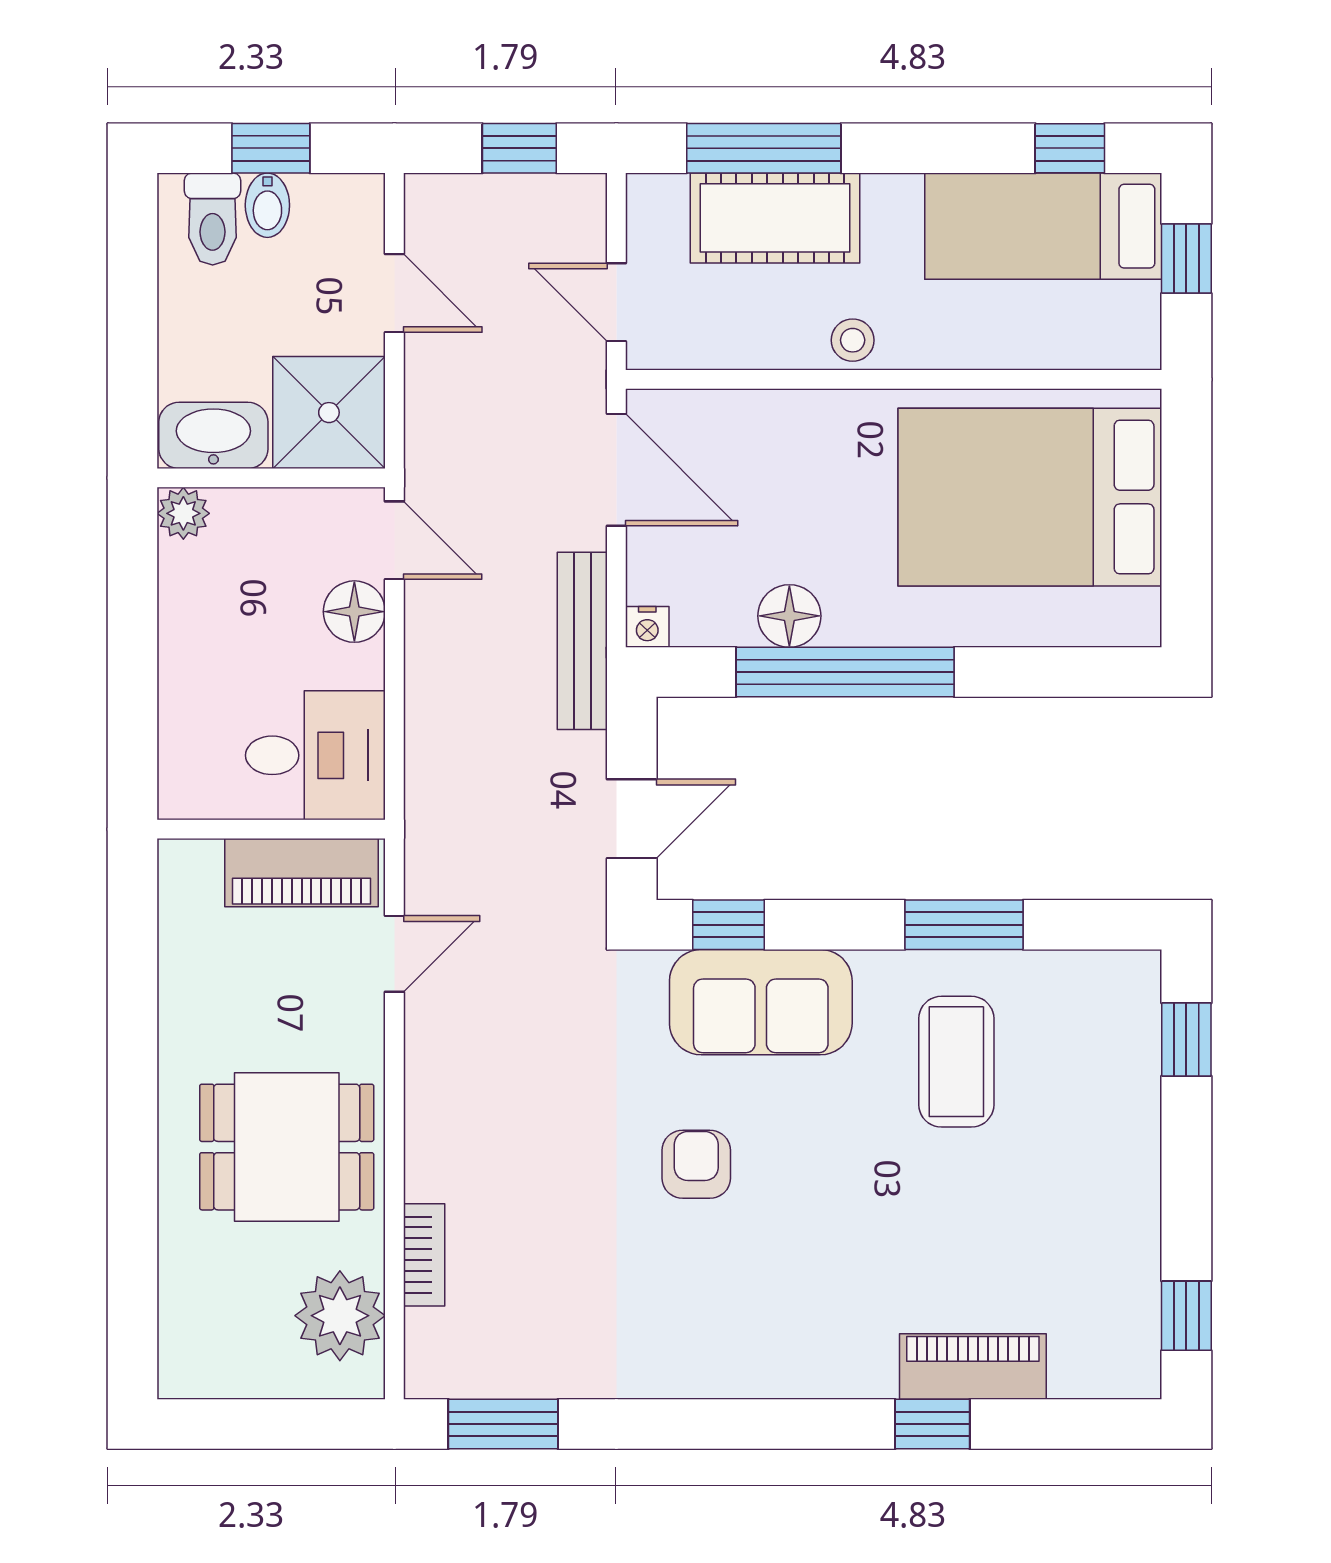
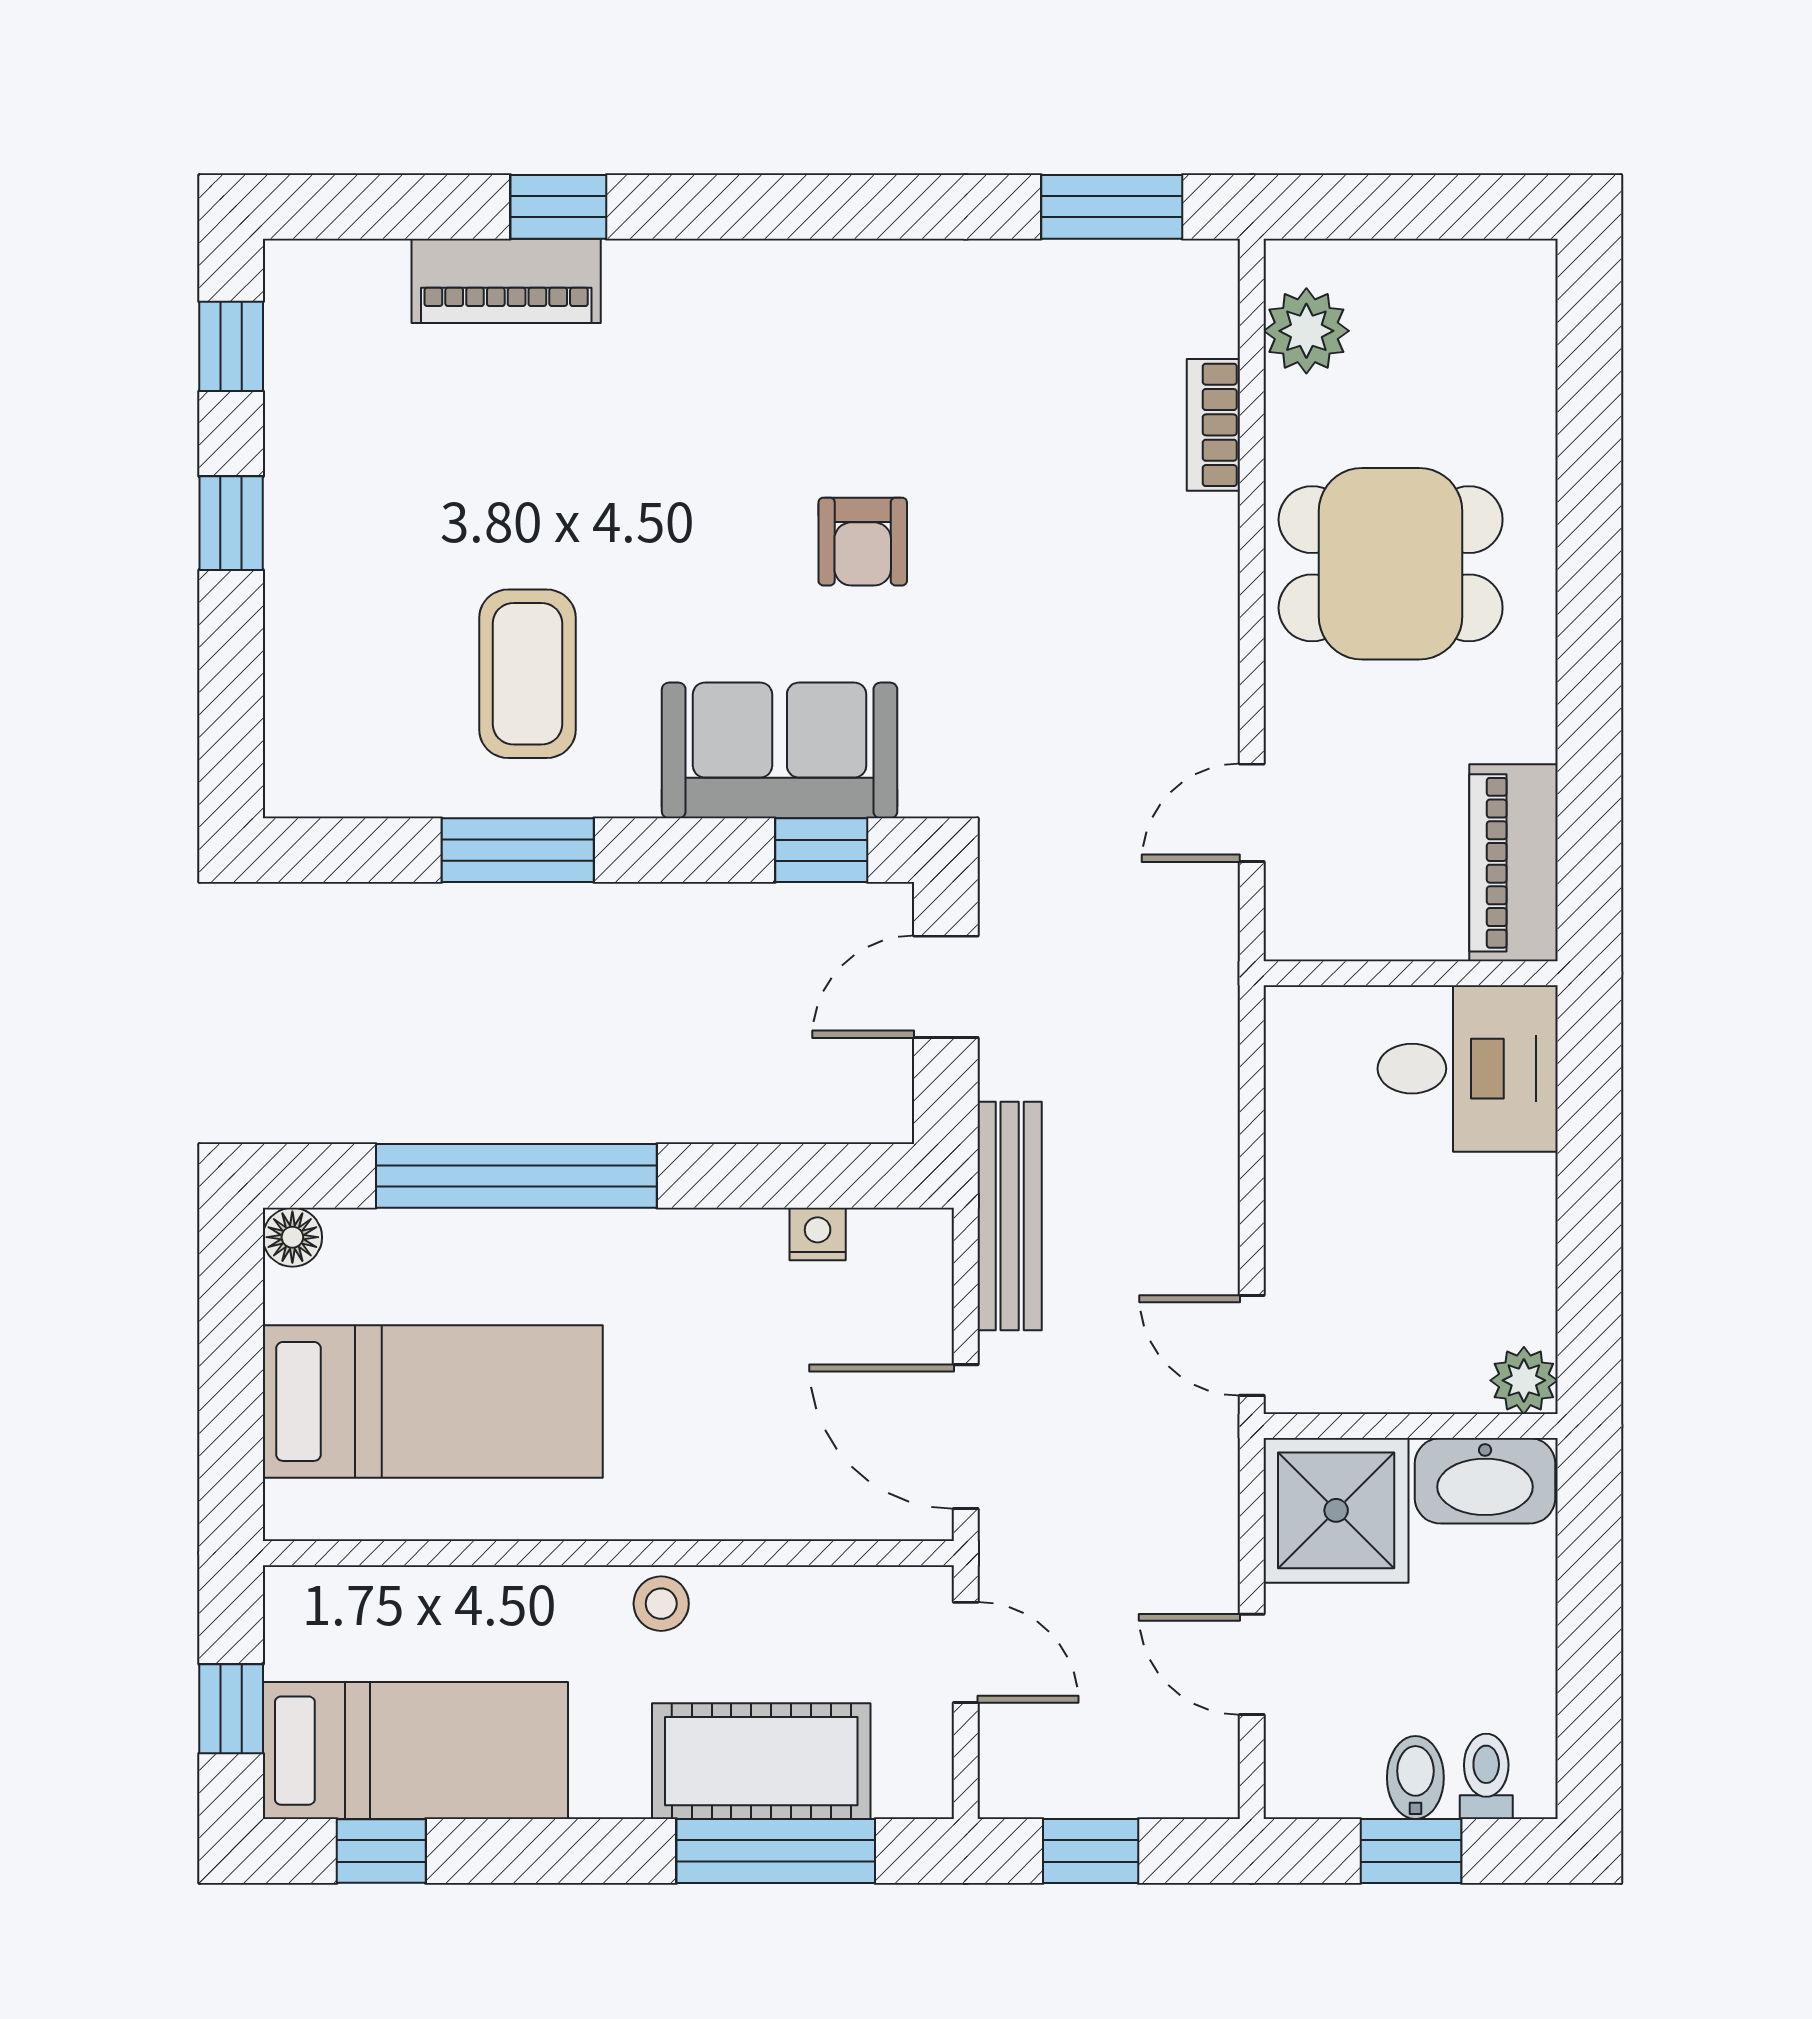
toilet: (213, 219) -> (1486, 1776), width x0.73, depth x0.72
bed: (1030, 497) -> (433, 1401), width x0.67
floor lamp: (354, 612) -> (1303, 1254), removed
floor lamp: (789, 616) -> (292, 1237), moved, width x0.73, depth x0.73
nightstand: (647, 627) -> (818, 1234), moved
window: (845, 672) -> (516, 1176), moved
desk: (315, 755) -> (1468, 1069), moved, turned 180
piano: (302, 873) -> (1513, 863), moved, turned -90
window: (1186, 1039) -> (231, 523), moved
plant: (340, 1316) -> (1306, 331), width x0.73, depth x0.73

